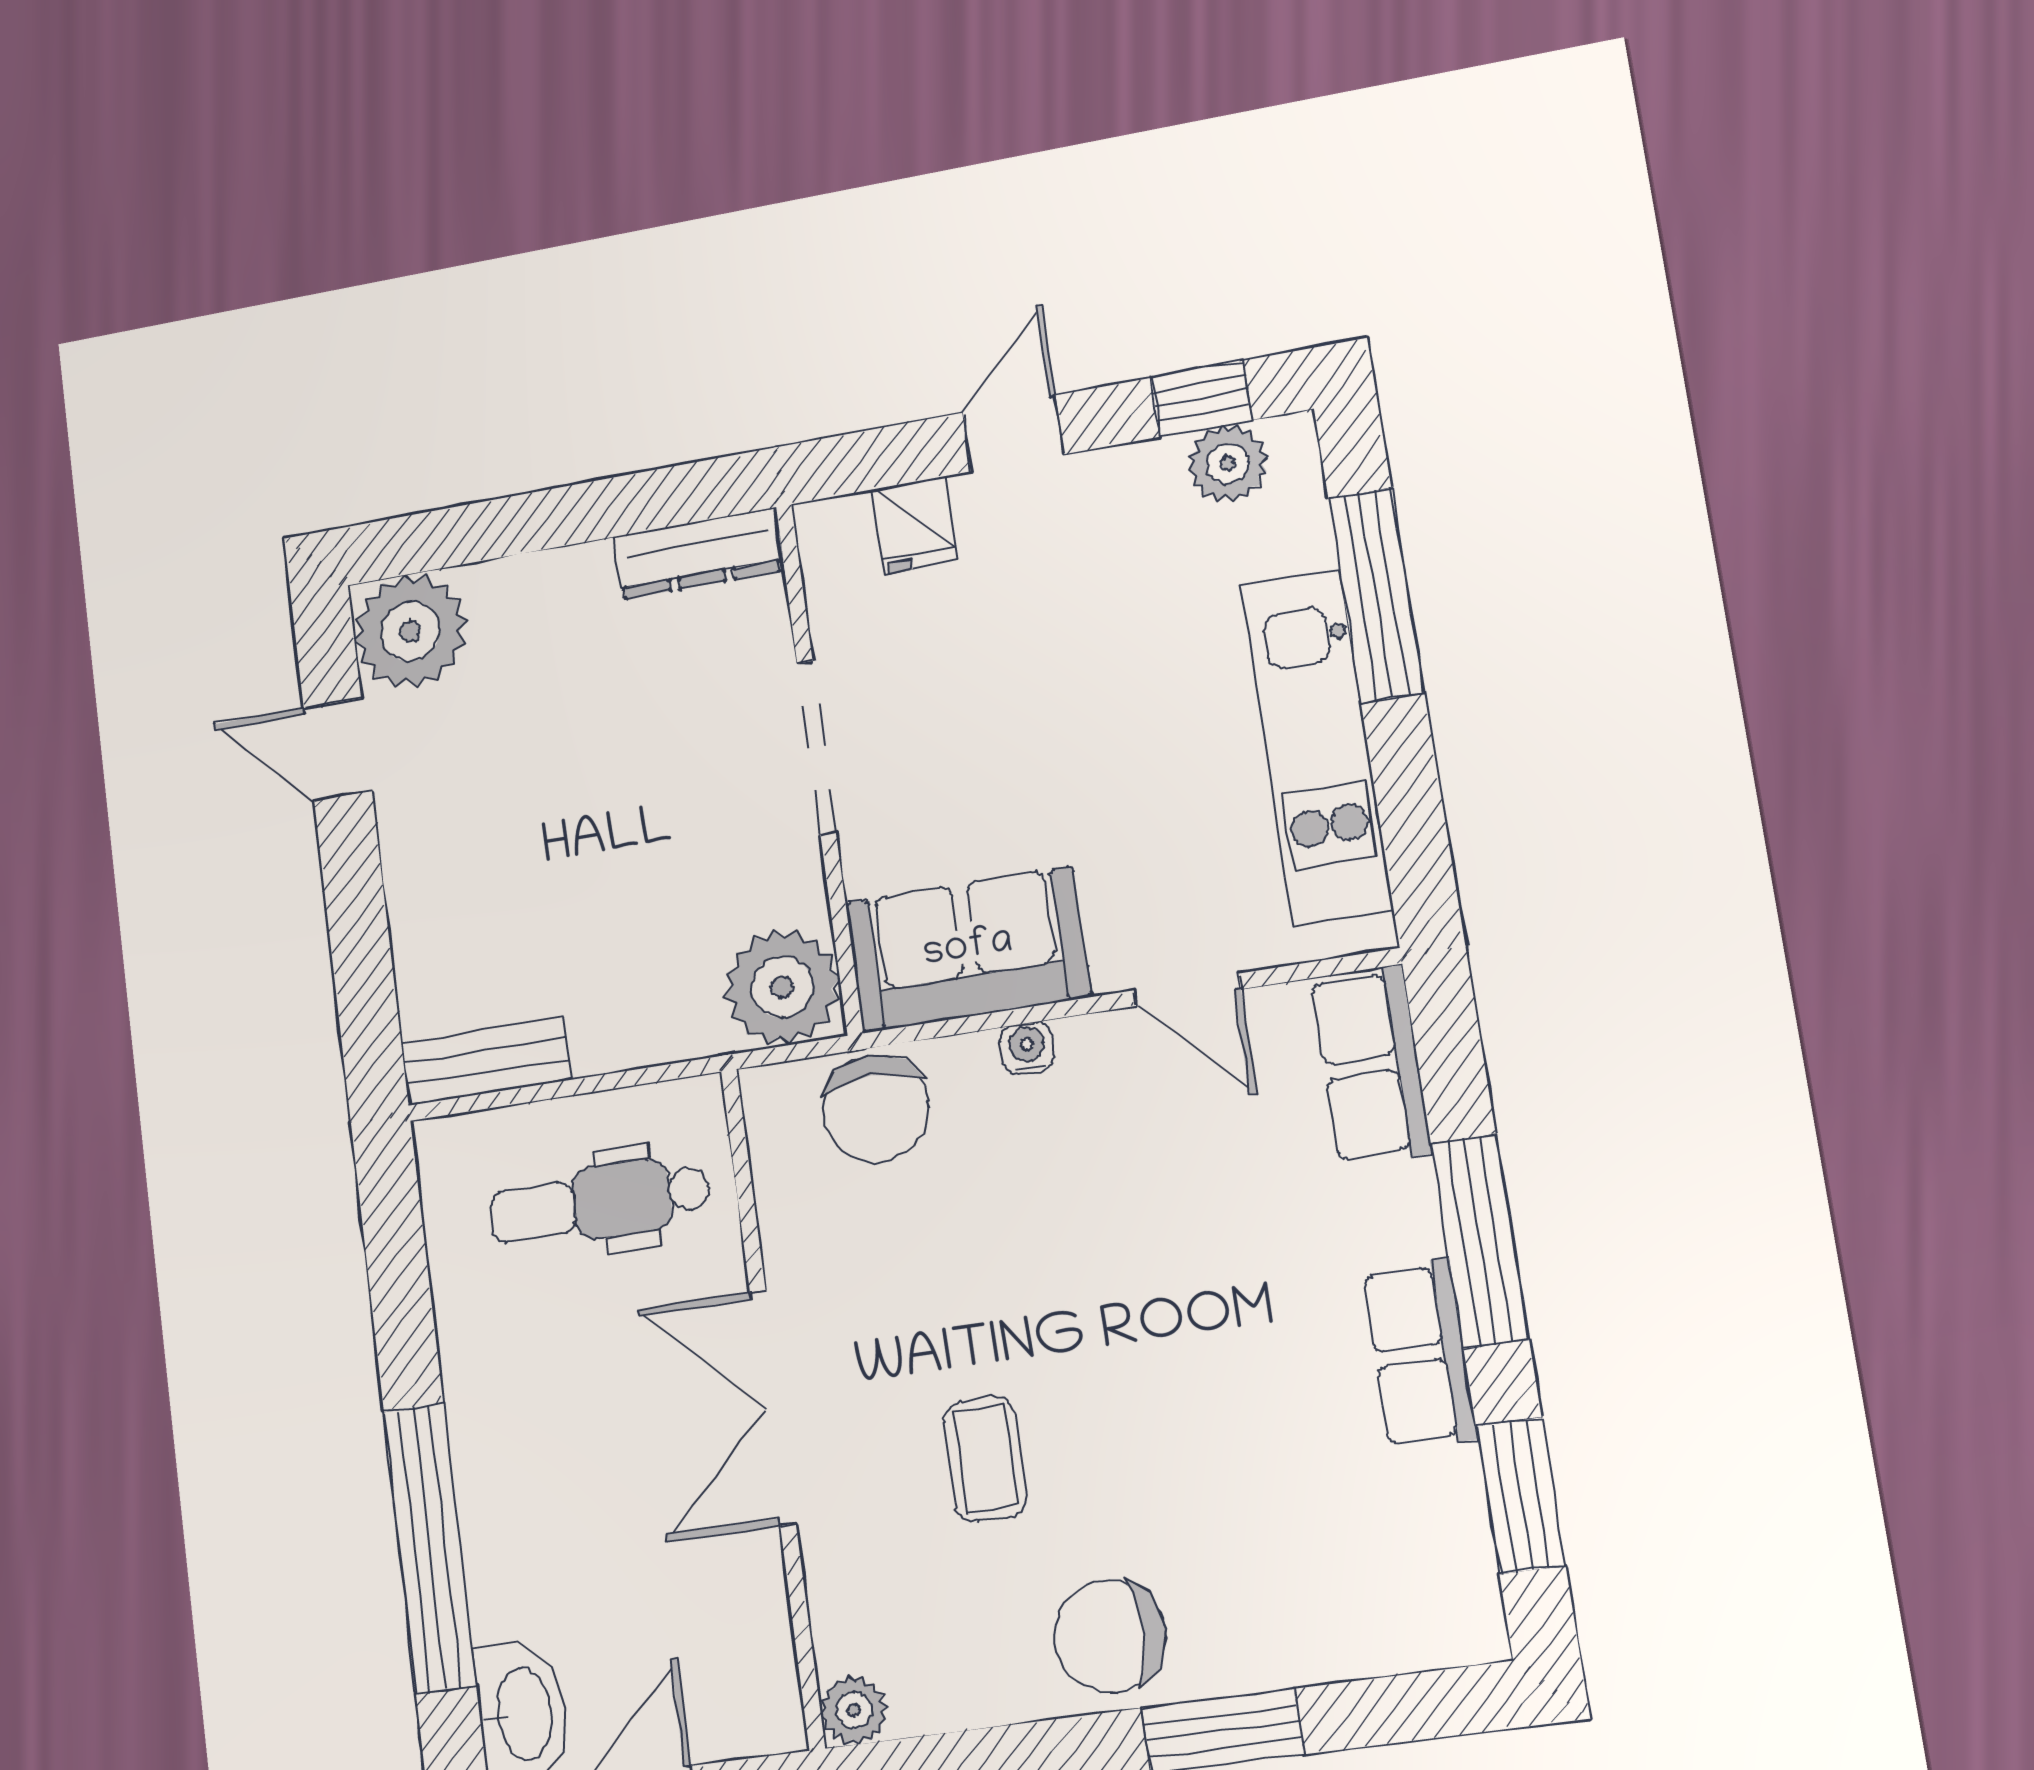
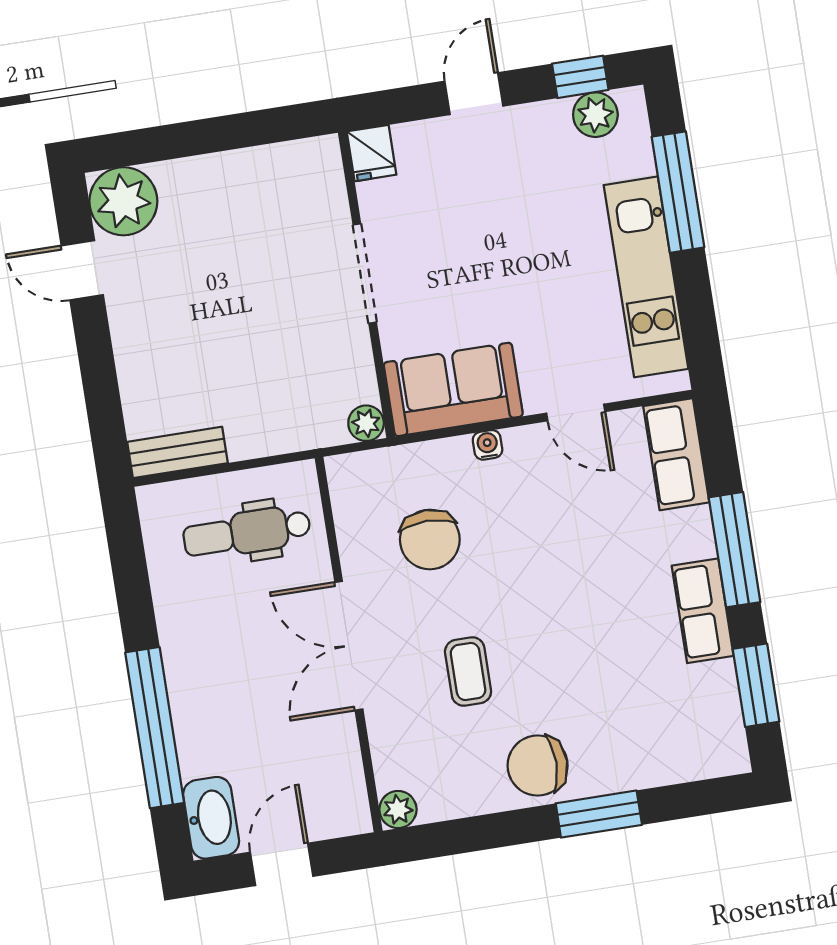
fridge: (914, 525) -> (372, 153), moved
dresser: (698, 554) -> (293, 159), removed
plant: (782, 987) -> (366, 423), width x0.53, depth x0.53
chair: (876, 1109) -> (430, 539), moved

